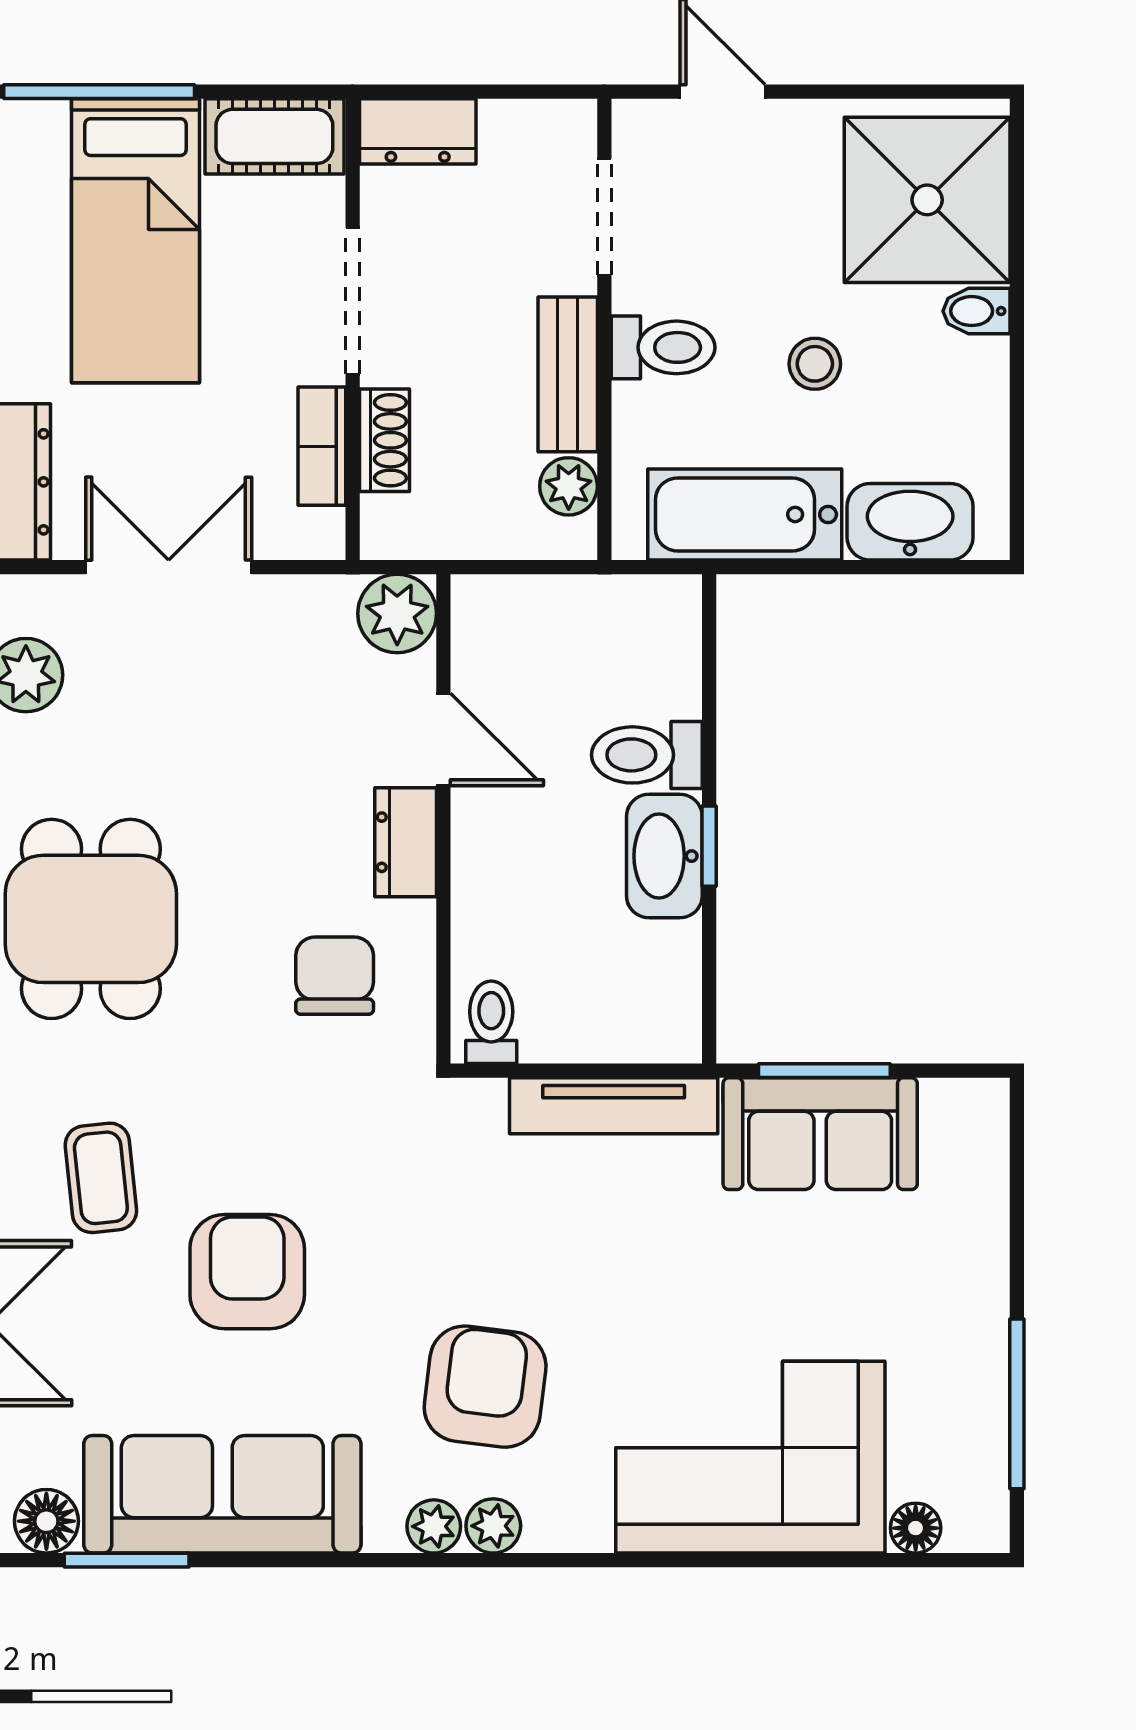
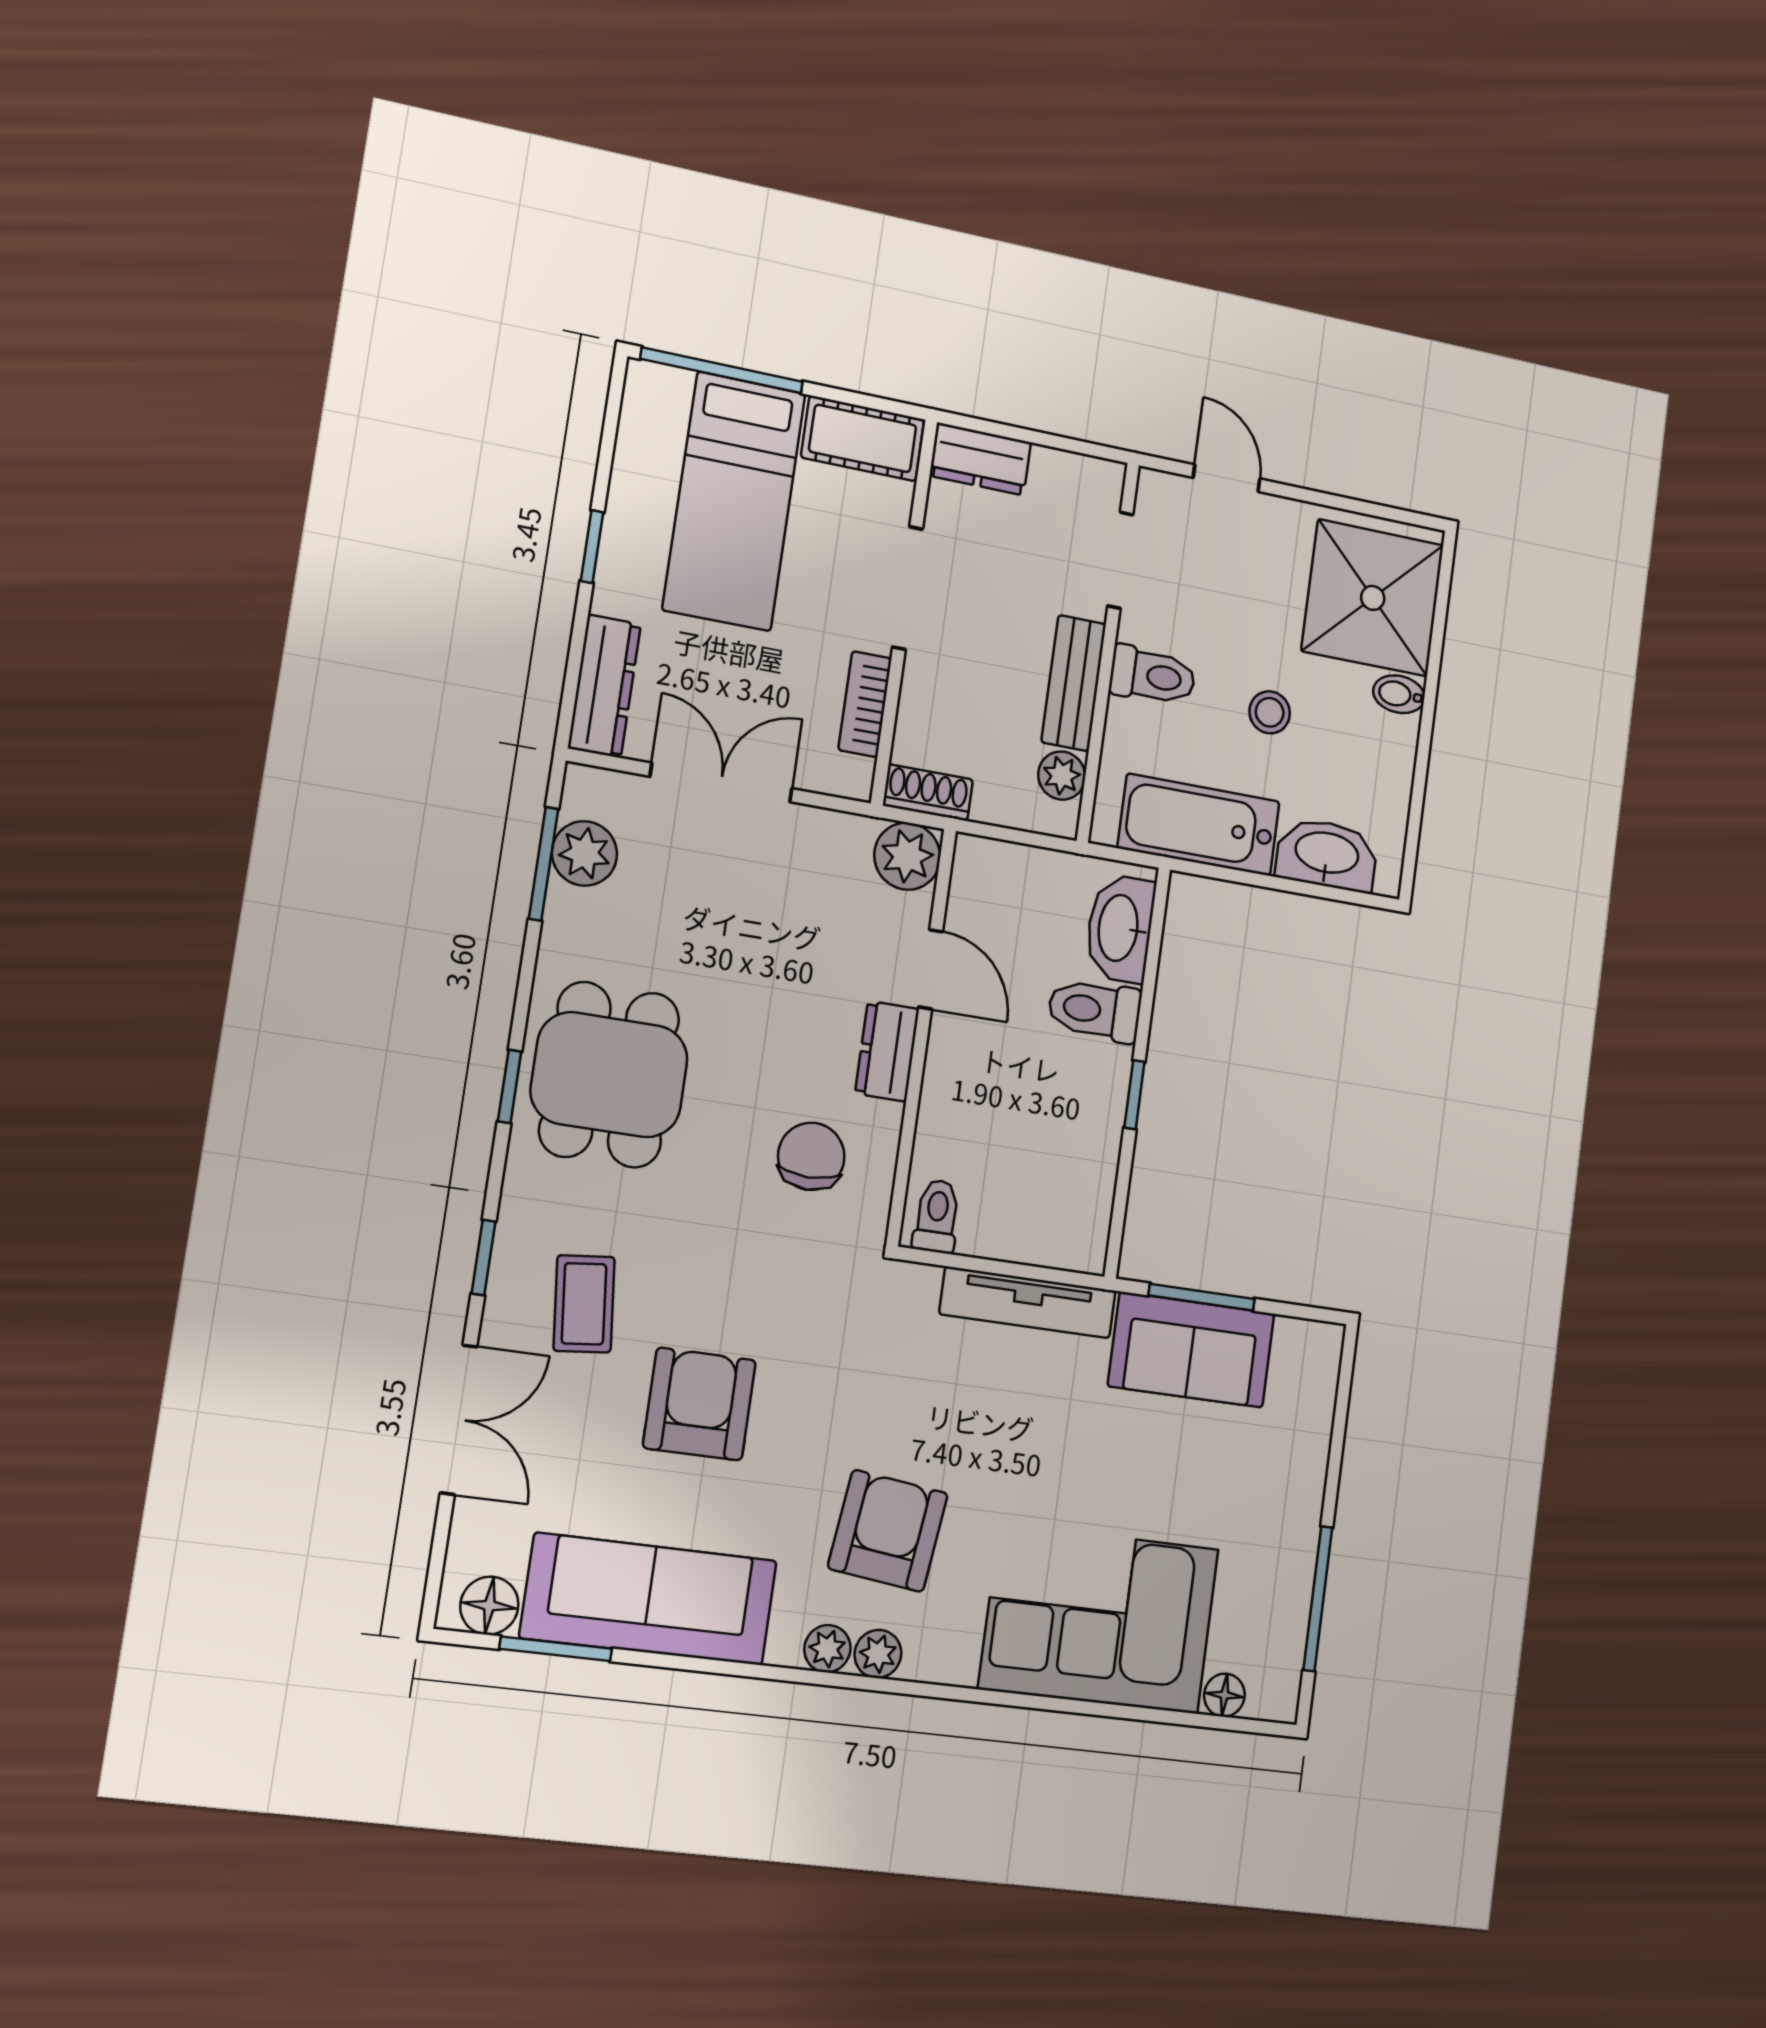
shoe rack: (384, 440) -> (928, 793), moved, turned -90
washbasin: (664, 856) -> (1120, 928), moved

